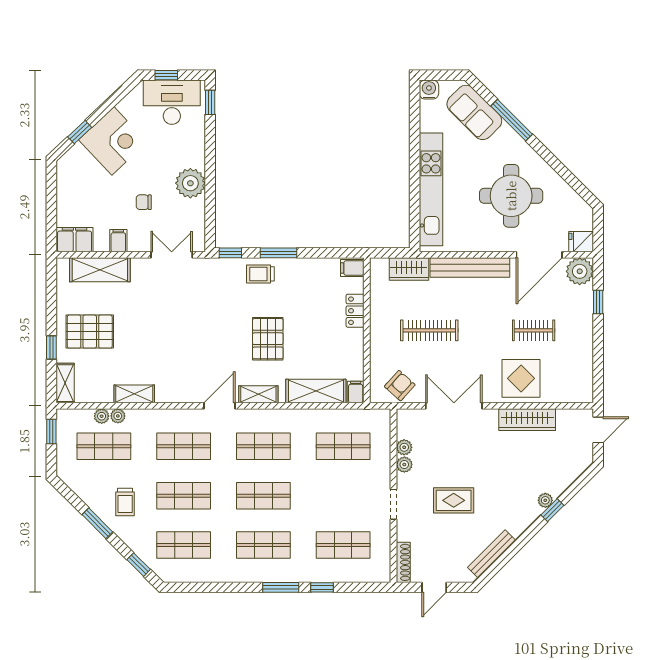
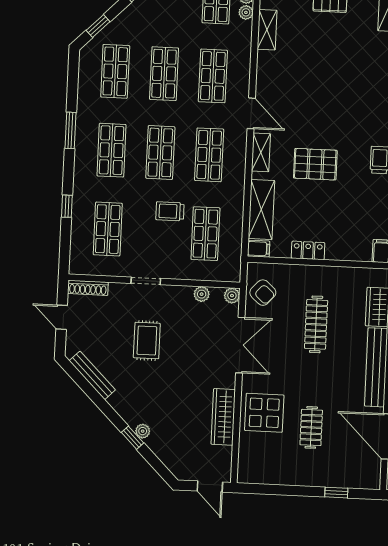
plant: (580, 271) -> (367, 476), removed
locker: (355, 311) -> (308, 250), moved
plant: (404, 465) -> (232, 296), moved
trolley: (125, 502) -> (170, 211), moved
window: (281, 587) -> (70, 130), moved

